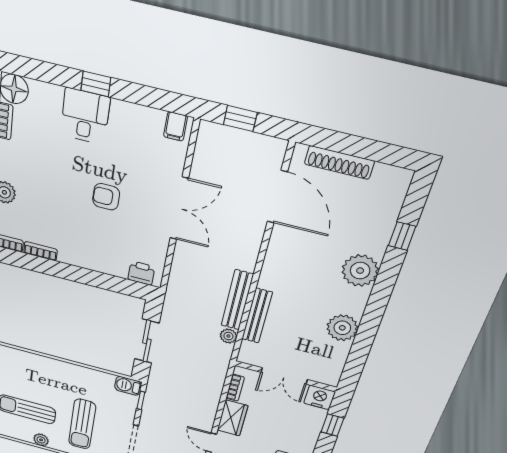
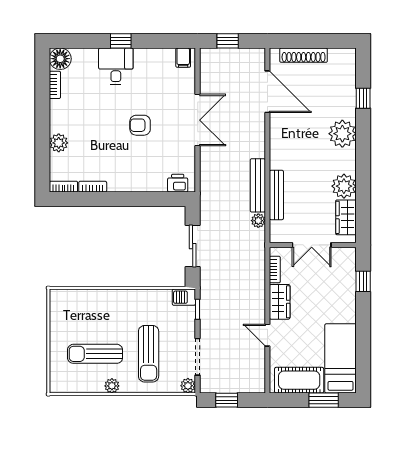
wardrobe: (334, 360) -> (346, 217), added
nightstand: (319, 397) -> (345, 257), removed

